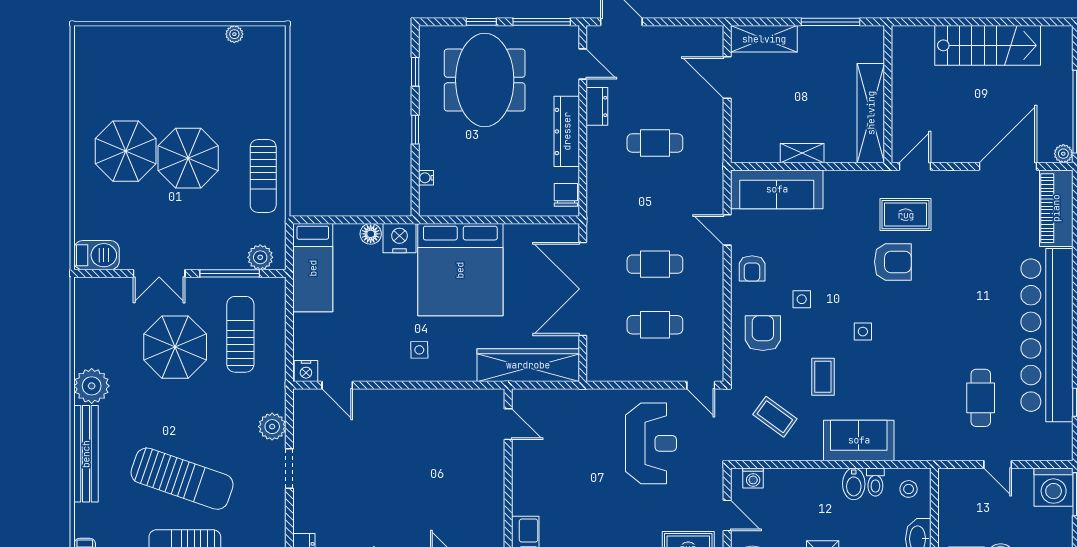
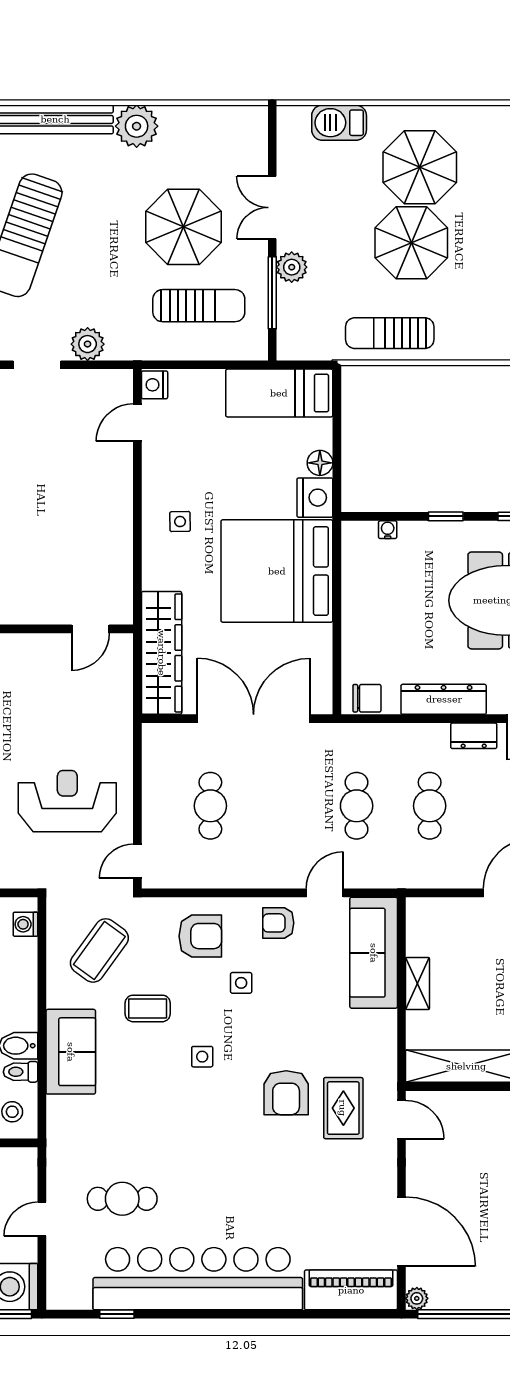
barbecue: (97, 255) -> (339, 123), moved, turned 90
plant: (260, 257) -> (292, 267), moved
cafe table: (655, 264) -> (357, 806), moved
coffee table: (775, 417) -> (99, 950), width x1.36, depth x1.30
reception desk: (651, 443) -> (67, 801), turned 180

